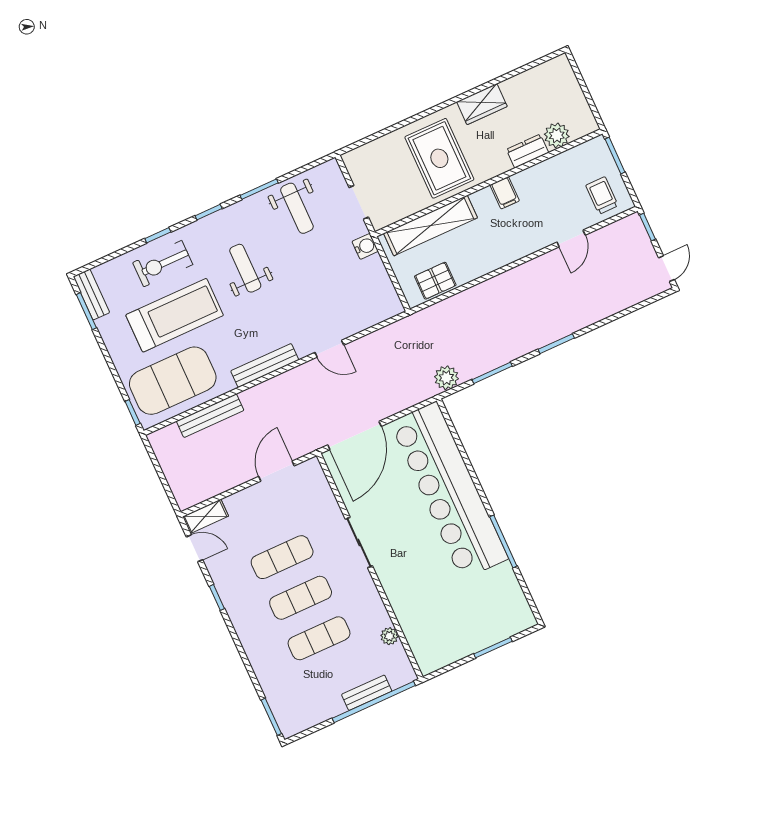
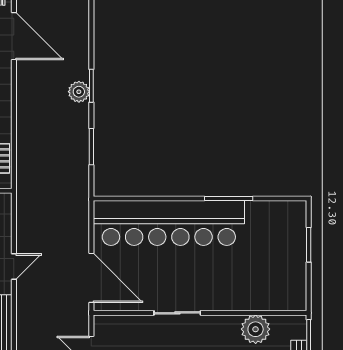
door: (571, 239) -> (14, 36), width x1.88
plant: (446, 378) -> (79, 92), moved
plant: (389, 636) -> (256, 329), width x1.87, depth x1.87

